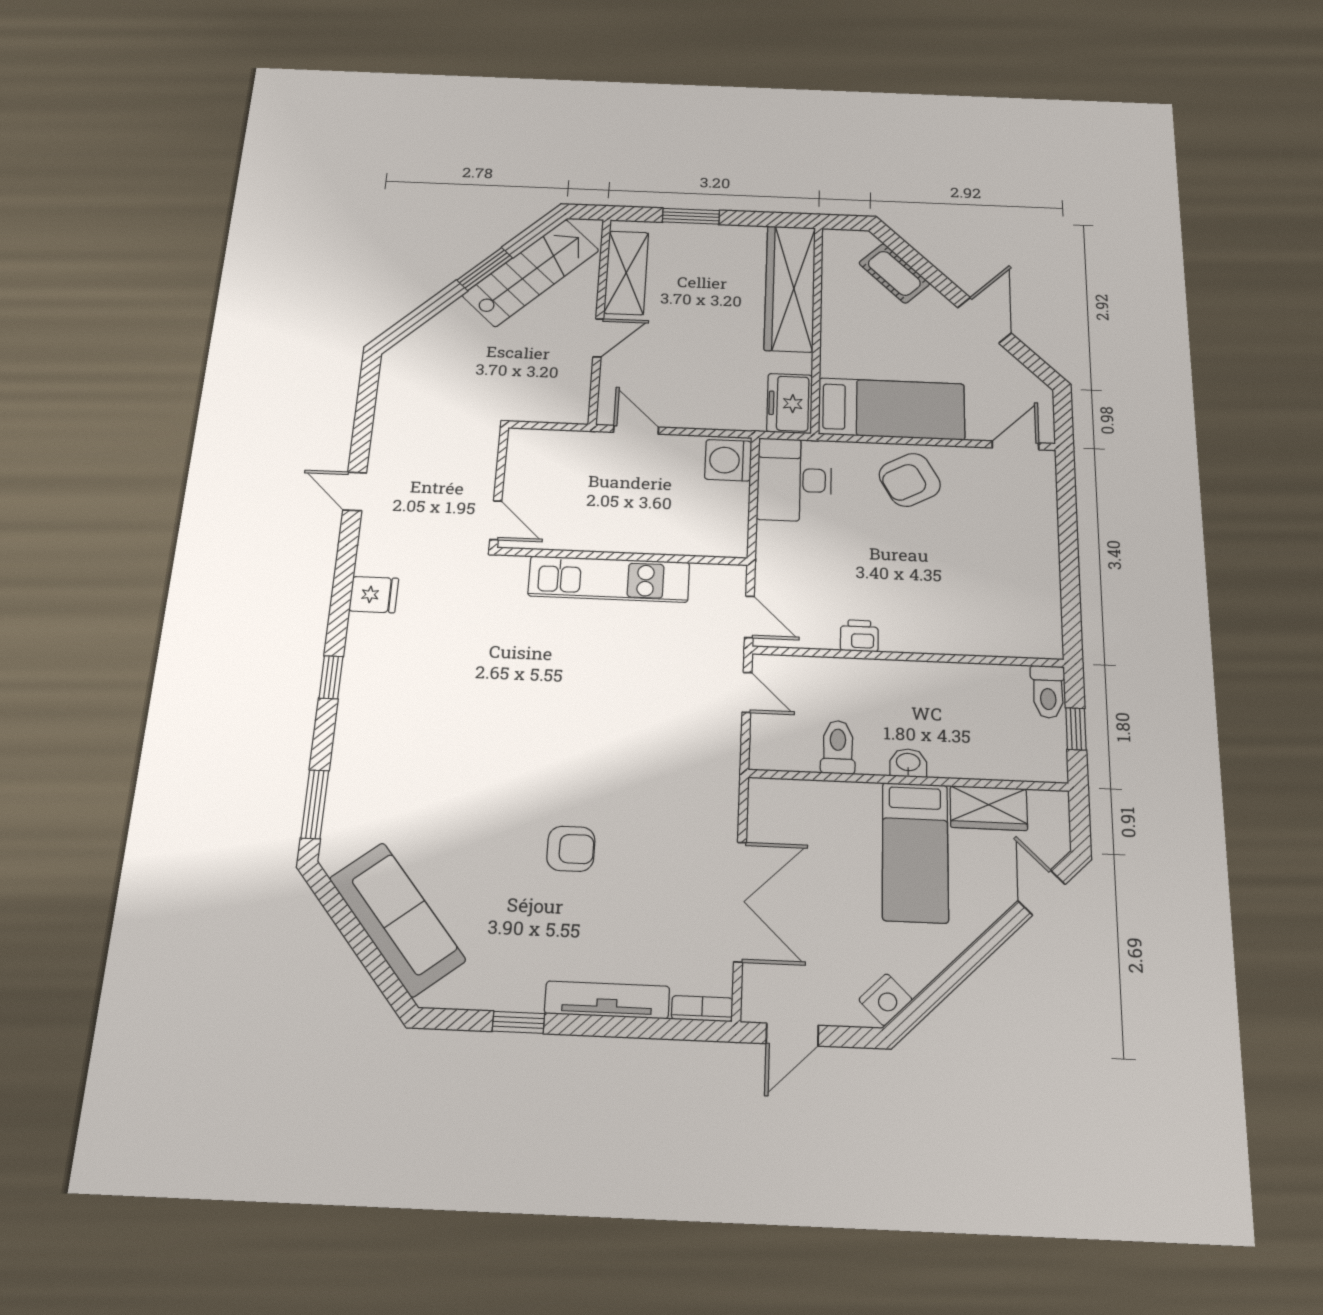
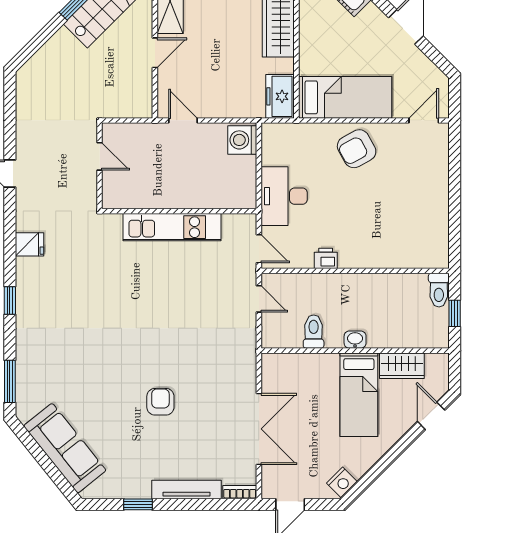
desk: (794, 480) -> (284, 196), moved
door: (496, 520) -> (100, 156), moved
armchair: (571, 849) -> (160, 402), turned -90

